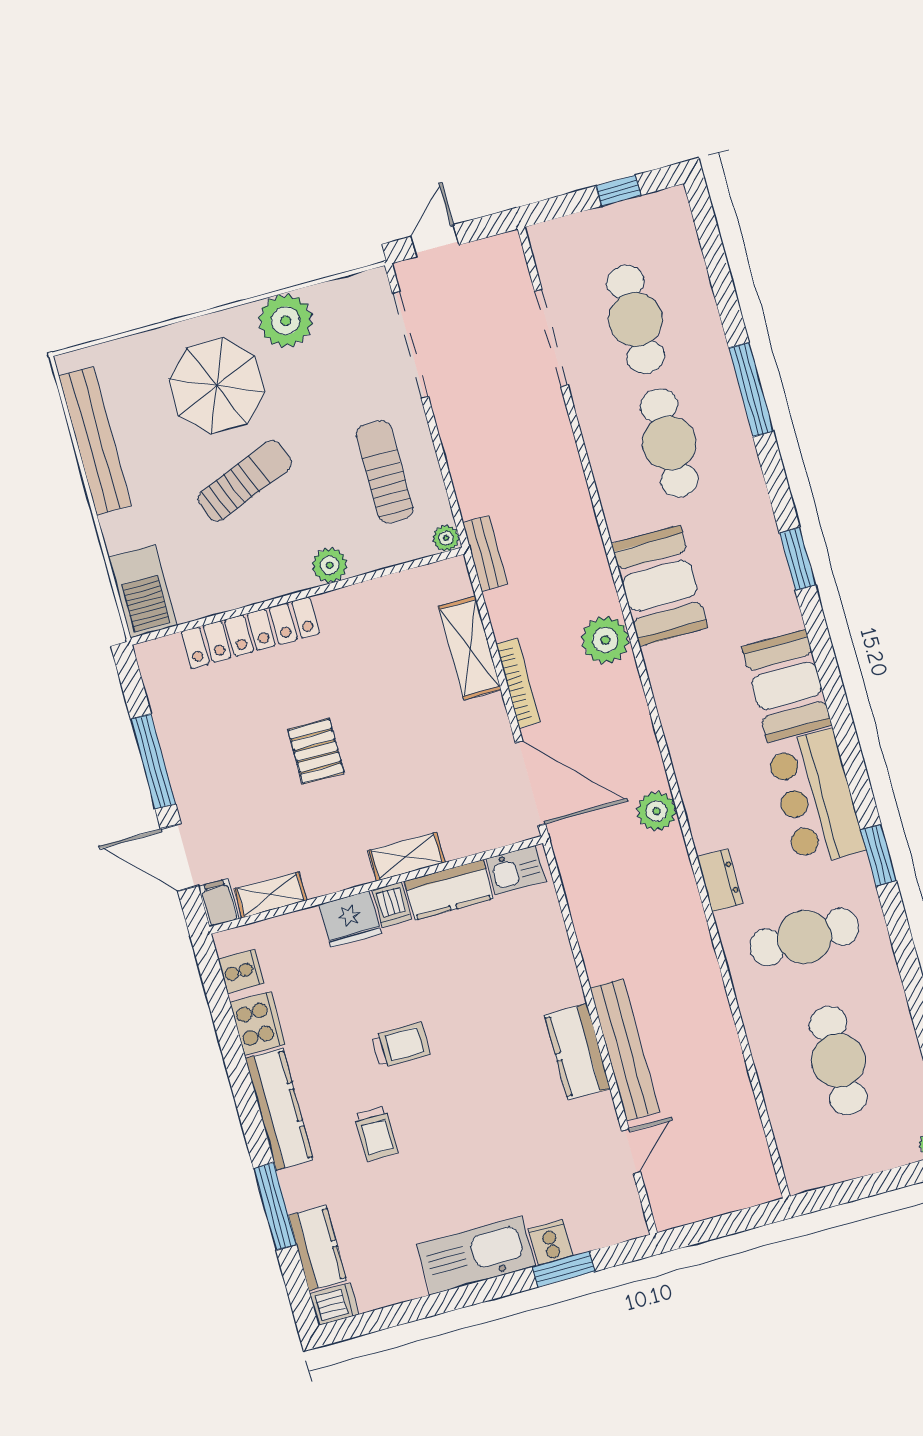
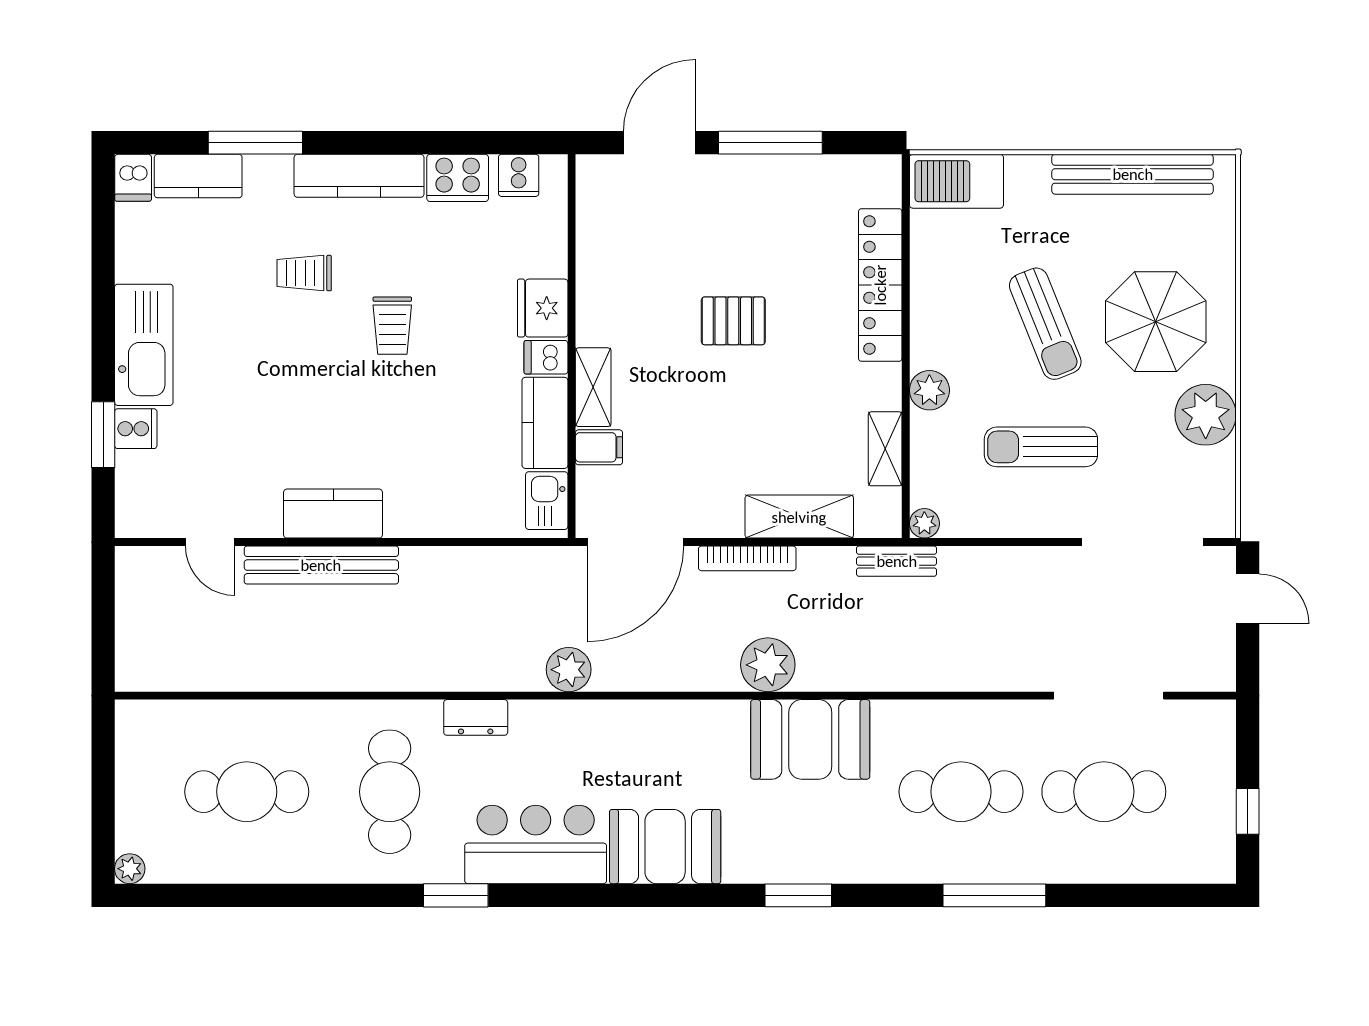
sun lounger: (385, 472) -> (1041, 447), moved, turned 180
shelving: (271, 895) -> (885, 449), moved
filing cabinet: (219, 903) -> (599, 447), moved

